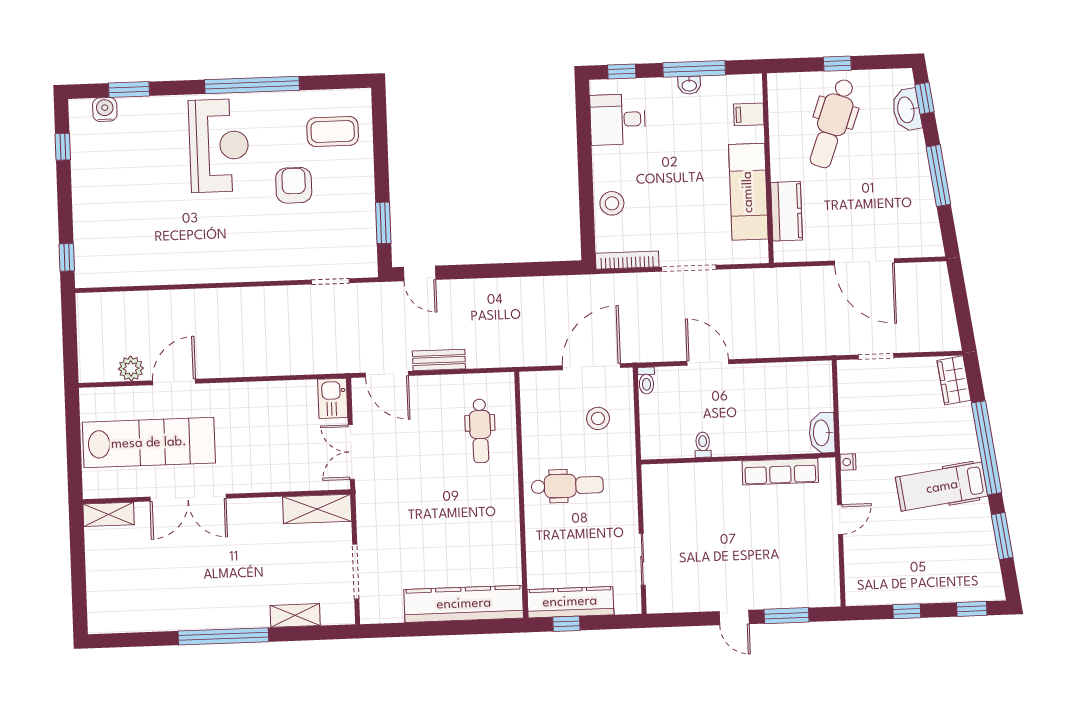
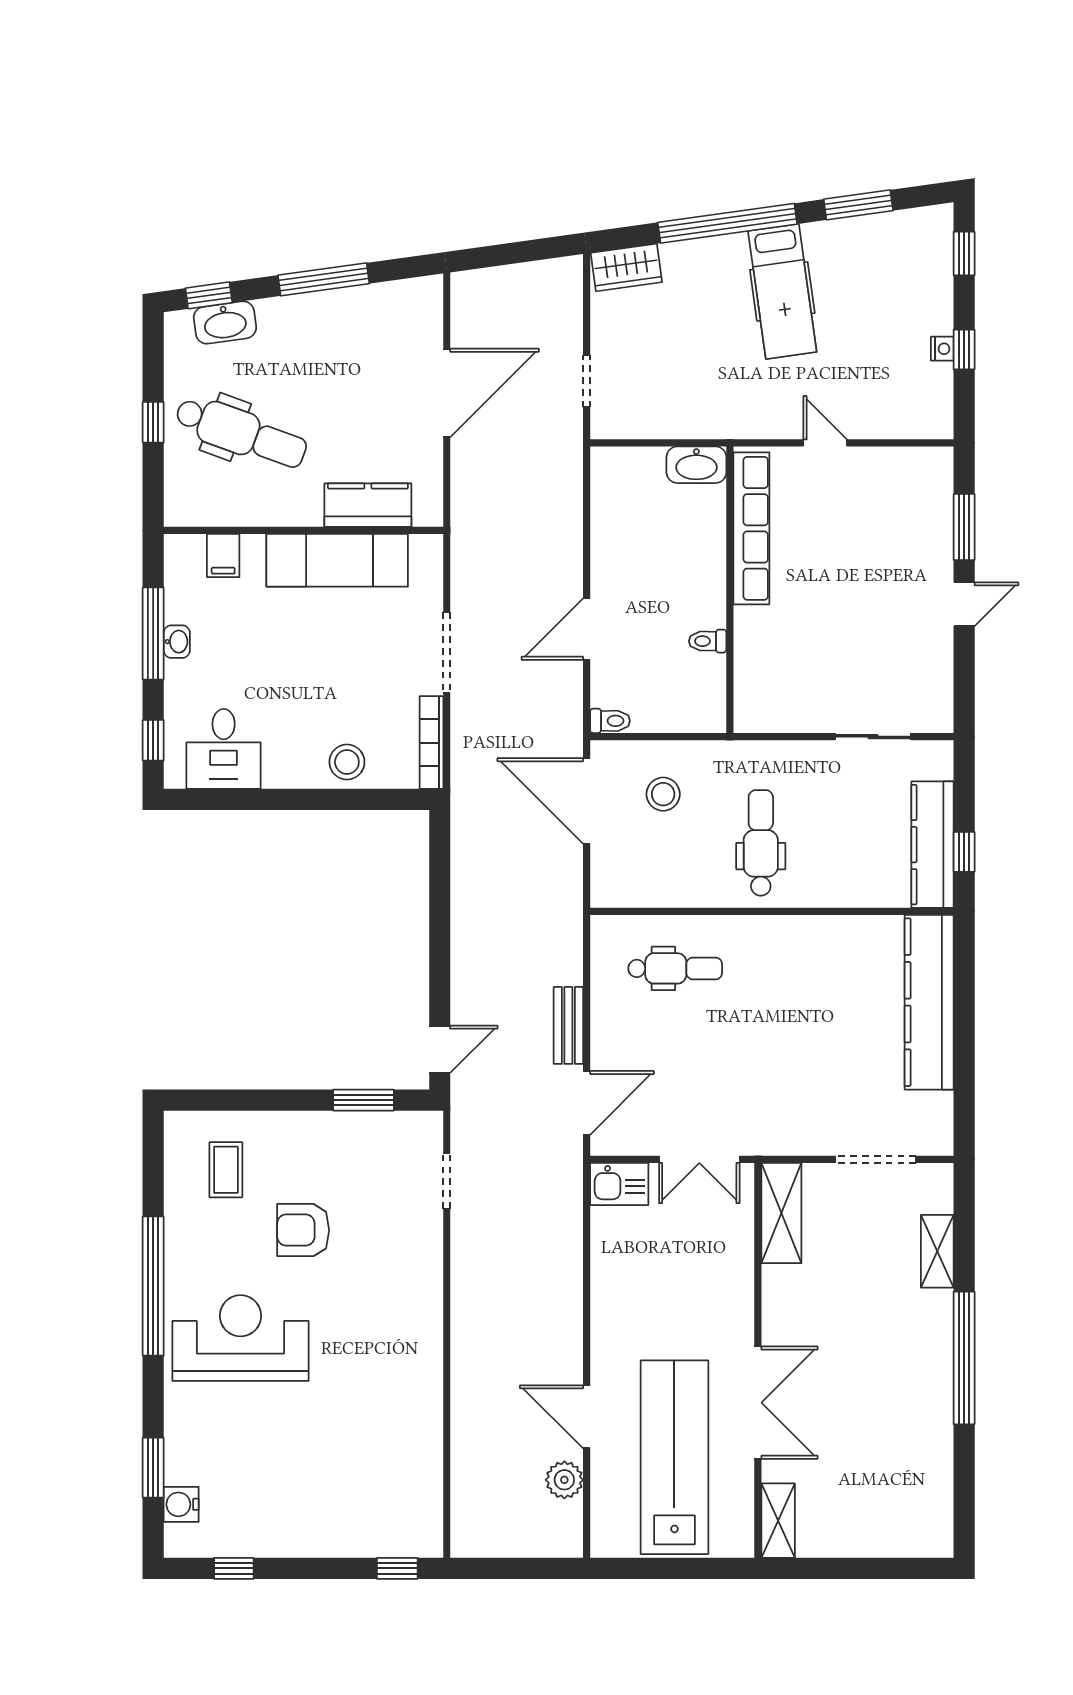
coffee table: (333, 132) -> (226, 1170), width x0.73, depth x0.77
nightstand: (848, 462) -> (942, 349), moved, turned -90
row of seats: (780, 472) -> (751, 528), width x1.36

